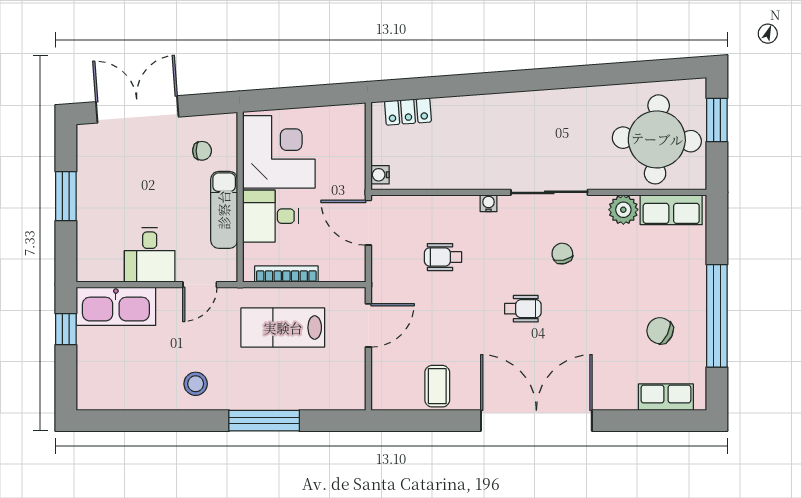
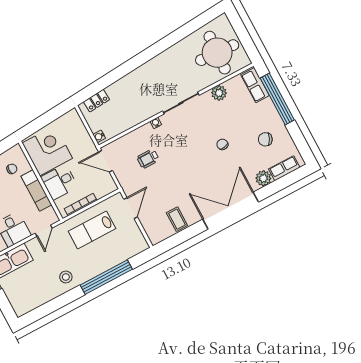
window: (717, 120) -> (240, 29), removed
row of seats: (671, 210) -> (255, 85), moved, turned 90
chair: (562, 254) -> (222, 144), moved
wheelchair: (523, 309) -> (197, 163), removed
window: (717, 316) -> (277, 99), moved
plant: (621, 395) -> (263, 178), added
window: (264, 421) -> (106, 277), width x1.46

